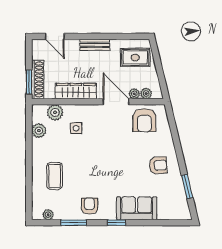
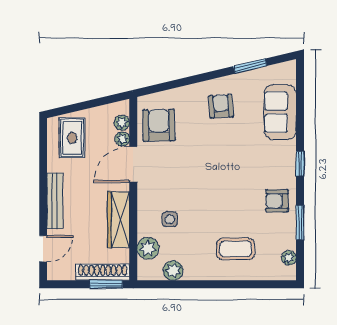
bench: (95, 45) -> (55, 201), width x1.36
armchair: (144, 120) -> (159, 125), turned -91
sofa: (137, 208) -> (280, 112), moved

